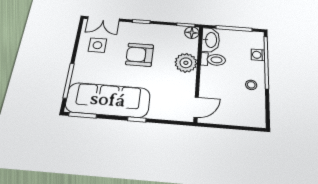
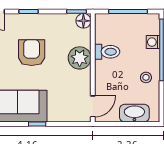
washbasin: (211, 40) -> (134, 113), moved, turned -90
armchair: (140, 55) -> (32, 53), turned 90

